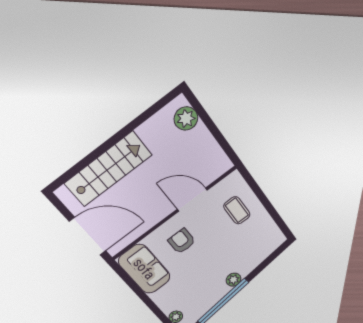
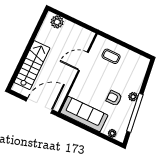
armchair: (182, 241) -> (114, 98), moved
sofa: (144, 269) -> (84, 114), width x1.36

